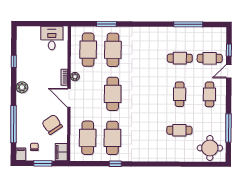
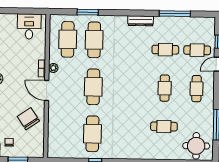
dresser: (156, 31) -> (141, 21), added
cafe table: (88, 138) -> (66, 133), removed
filing cabinet: (61, 152) -> (38, 148), removed

